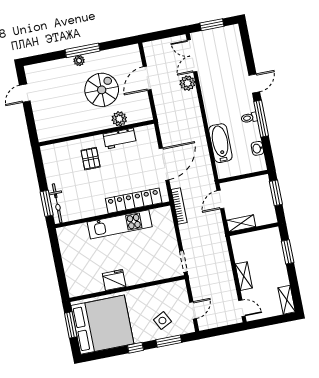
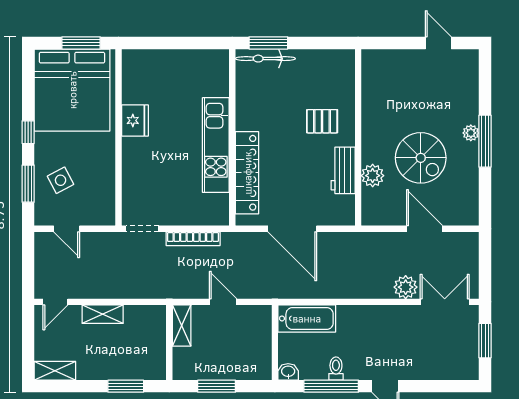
wall: (243, 177) -> (275, 342), moved
bookcase: (179, 206) -> (193, 239), moved

